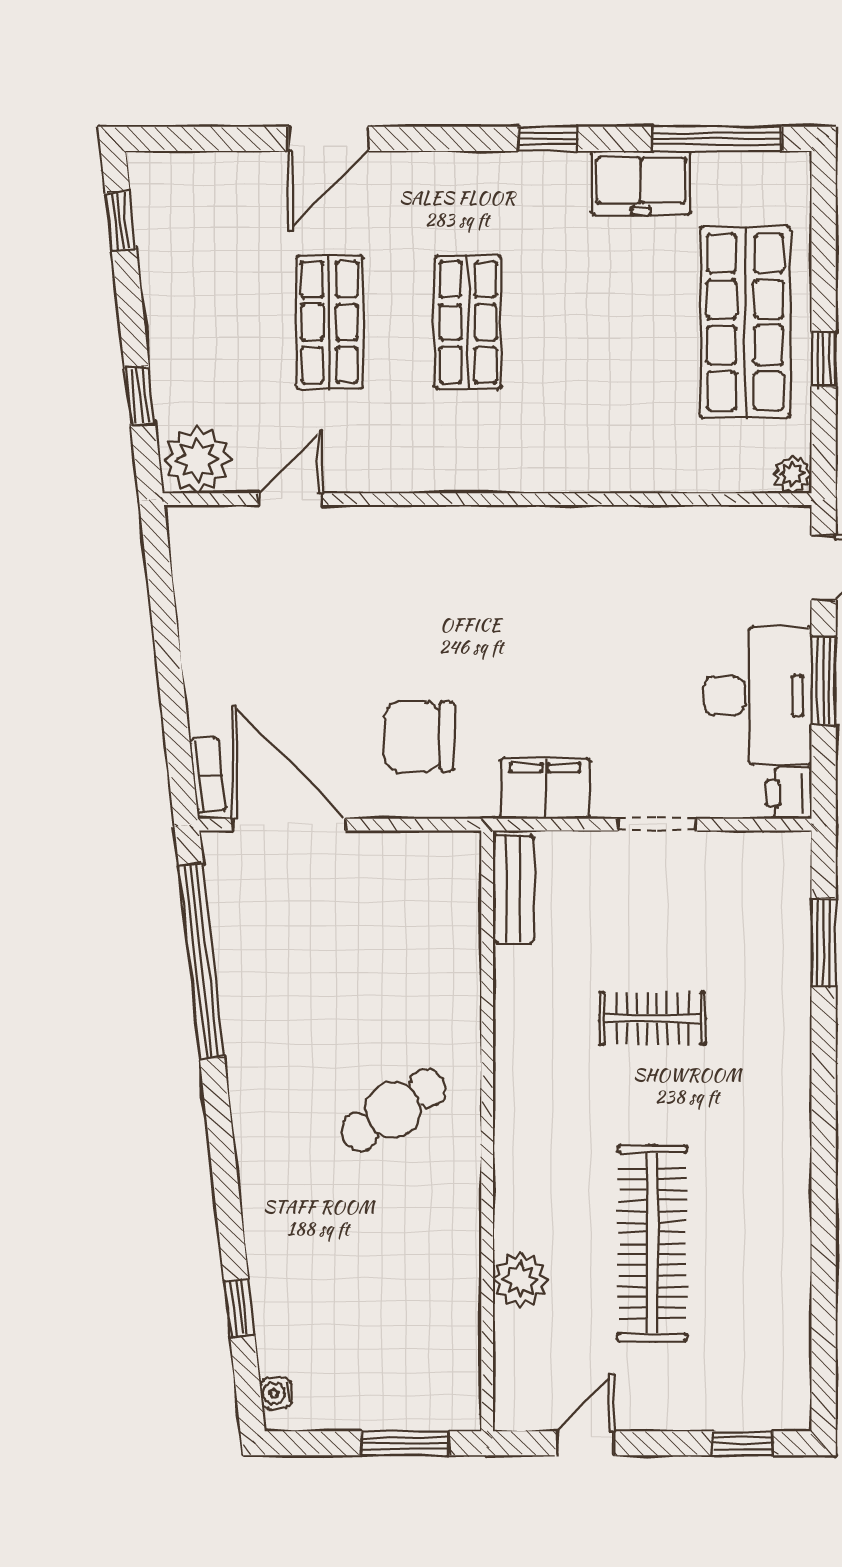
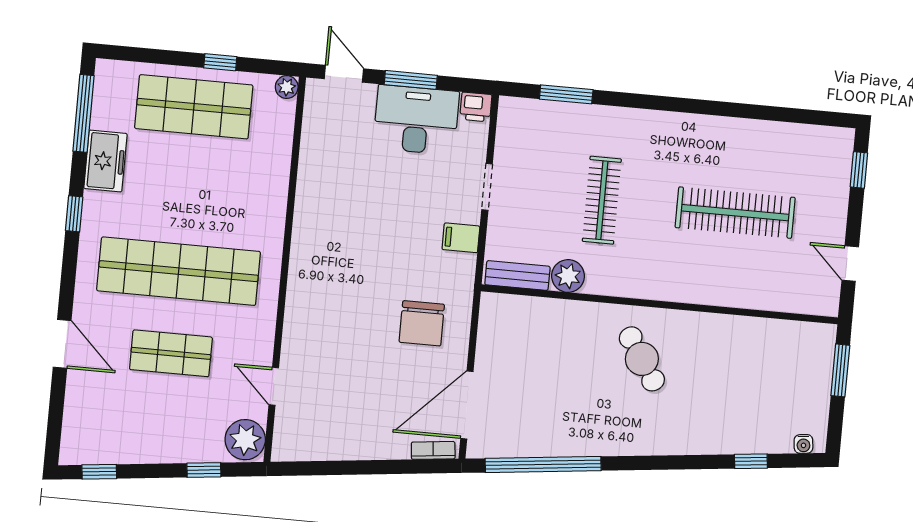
shop shelf: (468, 322) -> (179, 271), width x2.00, depth x1.36
filing cabinet: (545, 789) -> (461, 238), width x0.50
clothes rail: (652, 1018) -> (602, 200), width x1.36
plant: (520, 1280) -> (568, 276), moved

